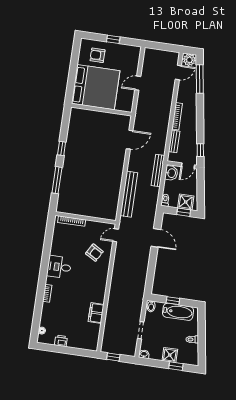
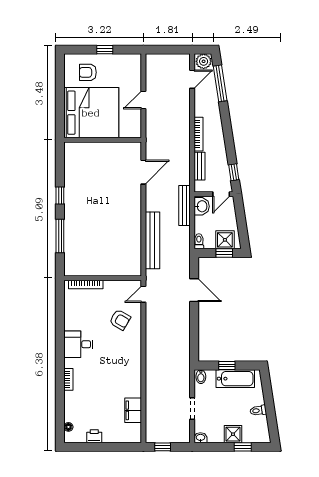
filing cabinet: (96, 313) -> (133, 410), moved

